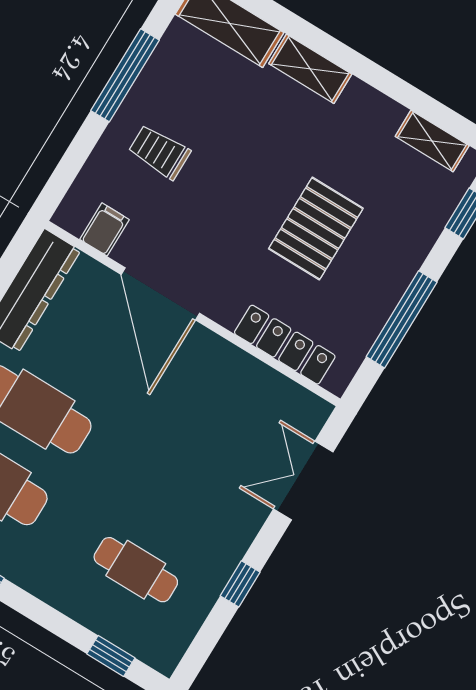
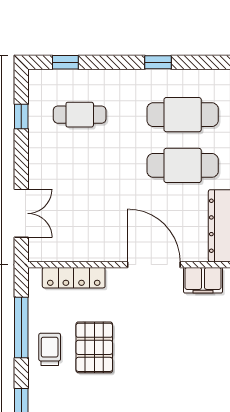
trolley: (159, 152) -> (50, 349), moved, turned -90
filing cabinet: (104, 229) -> (203, 280), width x2.00
window: (240, 584) -> (21, 117), moved

